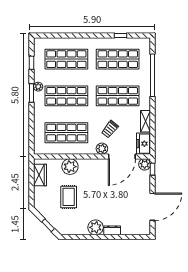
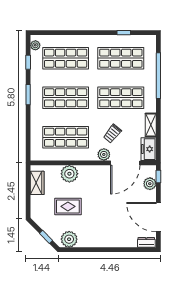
plant: (38, 87) -> (35, 45), moved
plant: (145, 164) -> (150, 184), moved
rug: (69, 197) -> (68, 206), turned 90
door: (153, 207) -> (158, 217), swing flipped
plant: (96, 227) -> (69, 239), moved
dresser: (112, 230) -> (146, 242), moved

